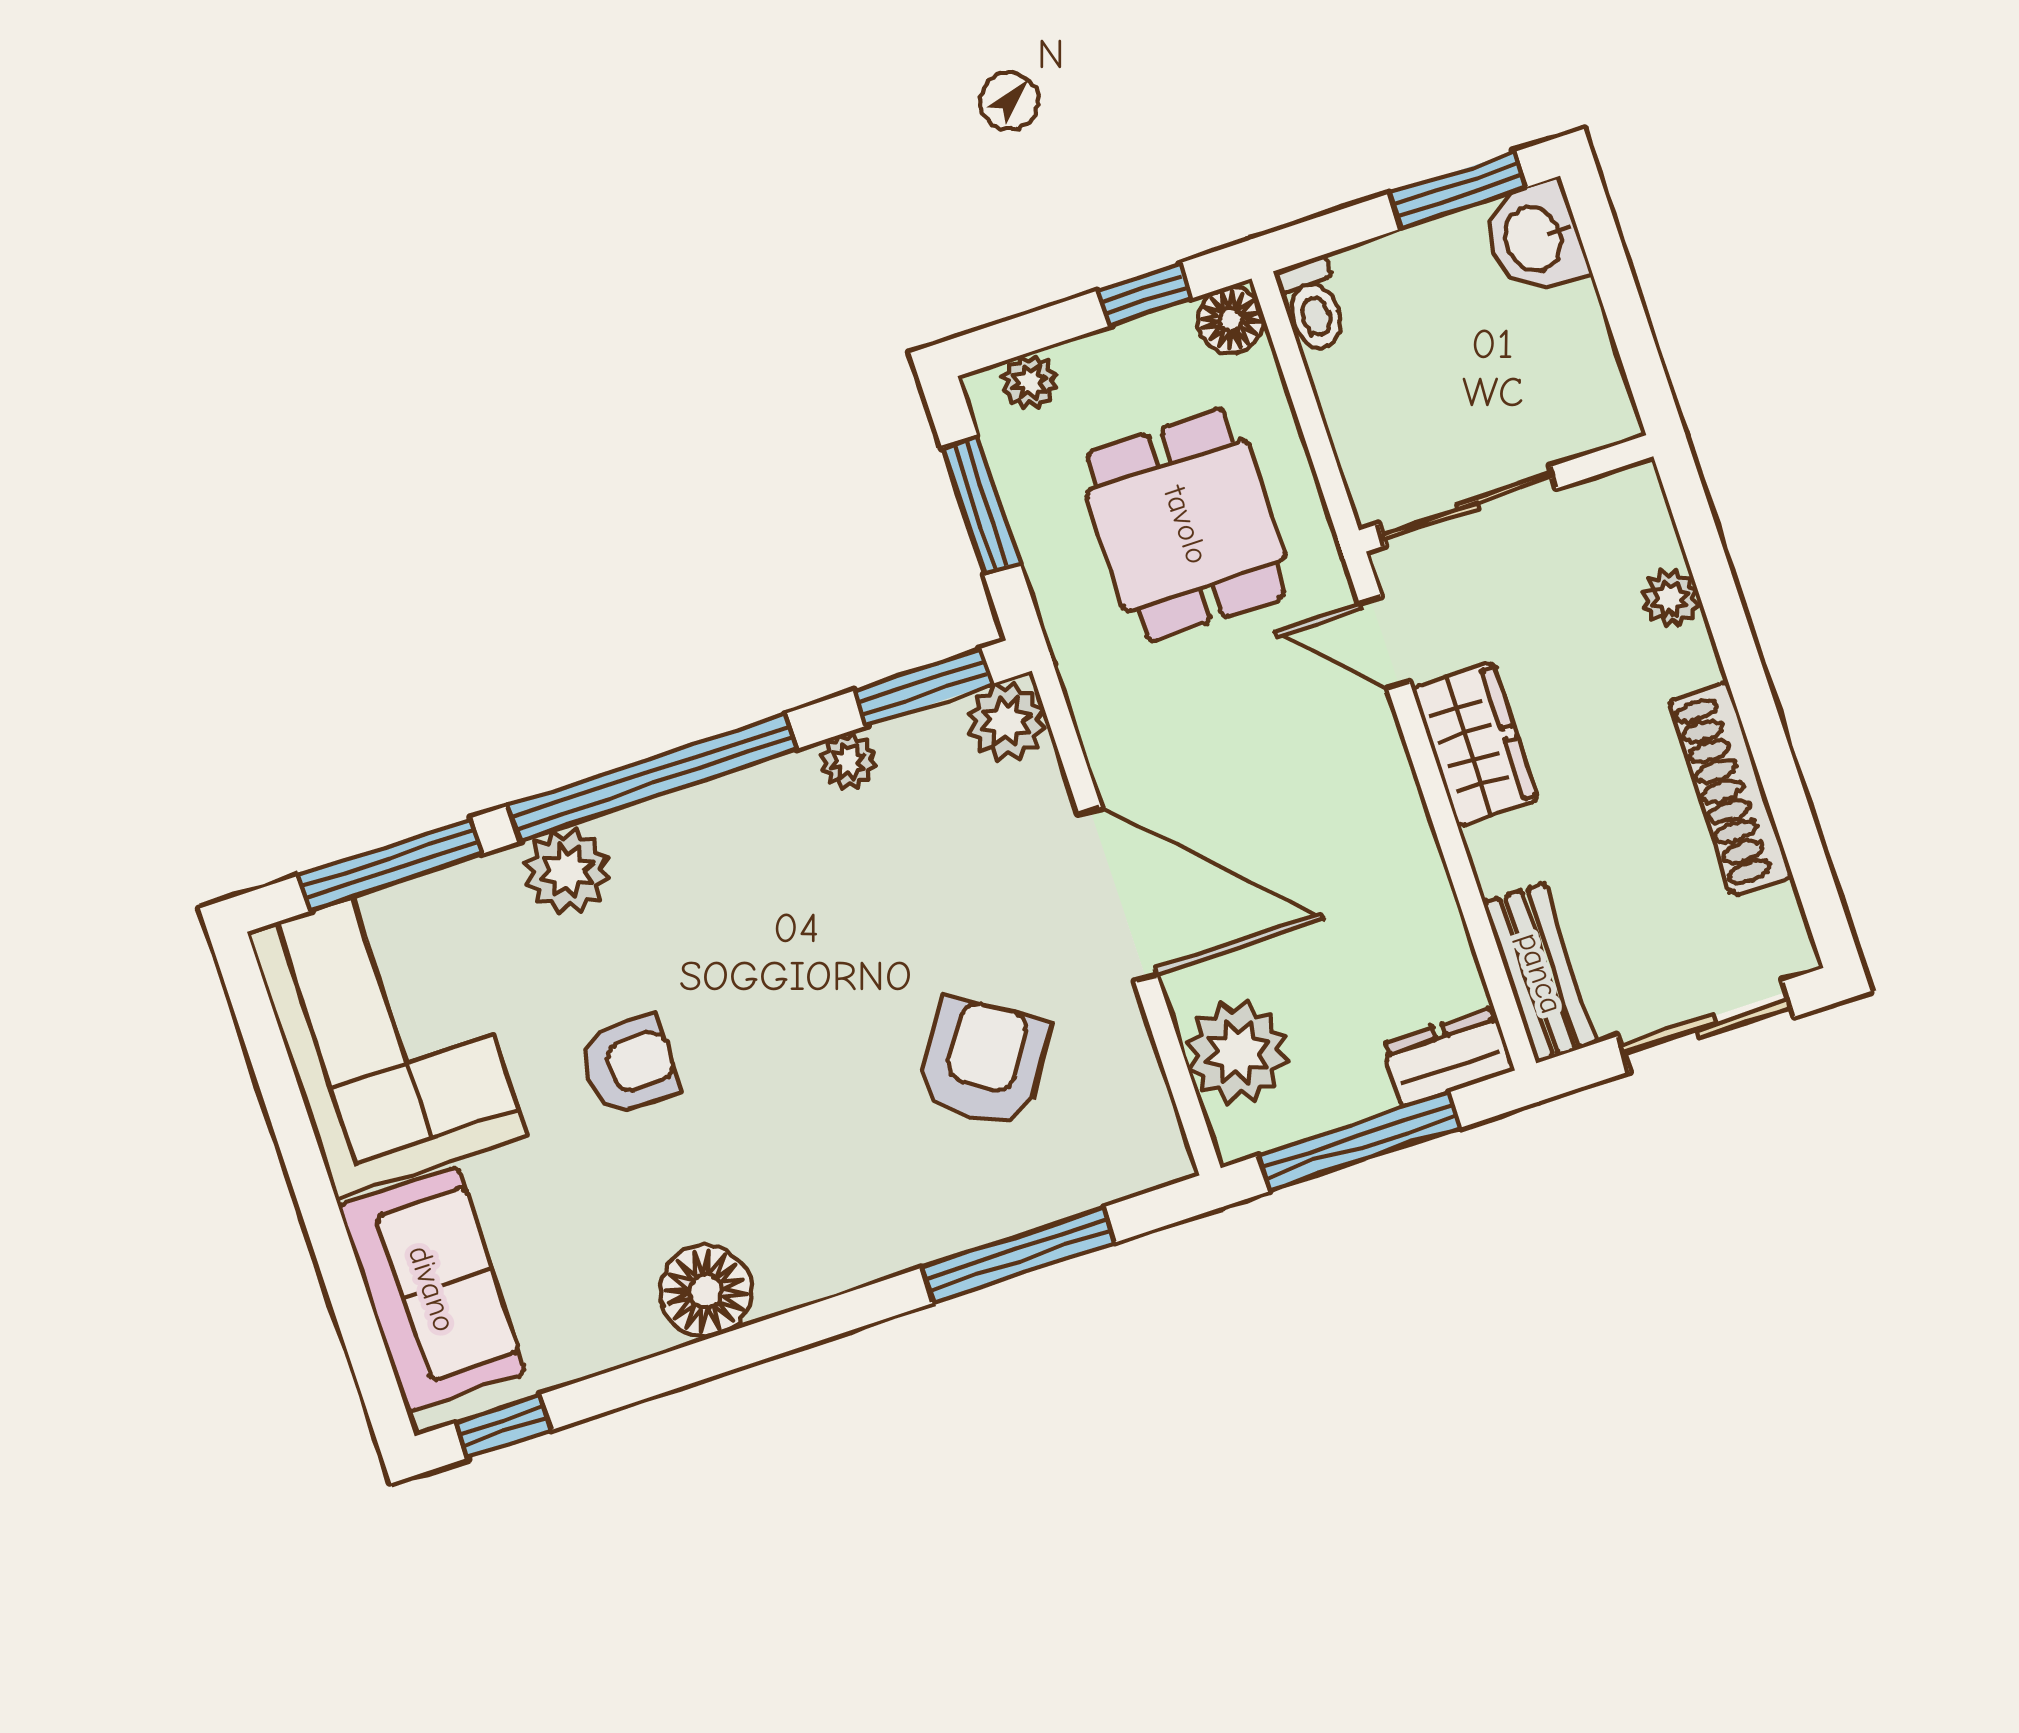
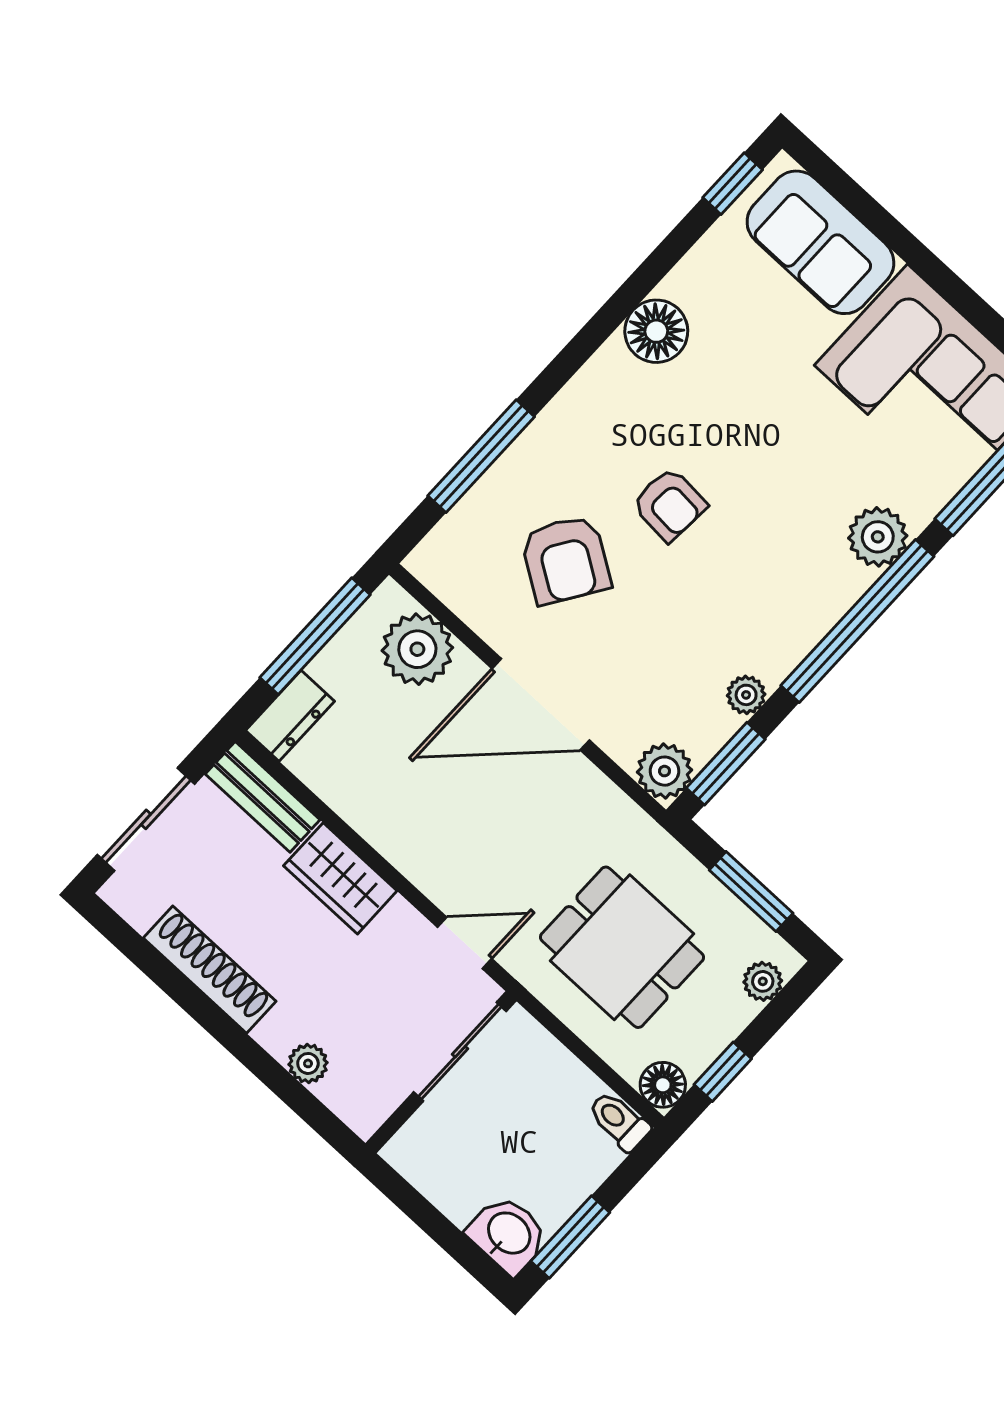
wardrobe: (1475, 744) -> (340, 878), moved
armchair: (629, 1065) -> (669, 504), moved, turned -86

